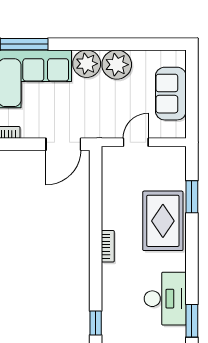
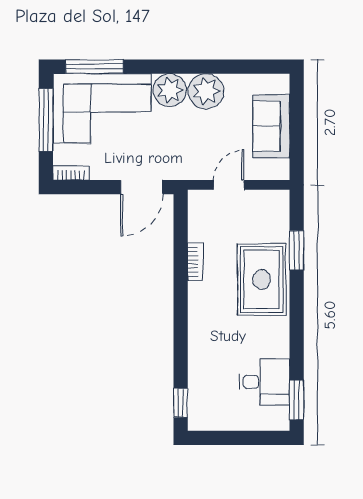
bookcase: (108, 246) -> (195, 262), moved
desk: (165, 299) -> (264, 382), width x0.73

